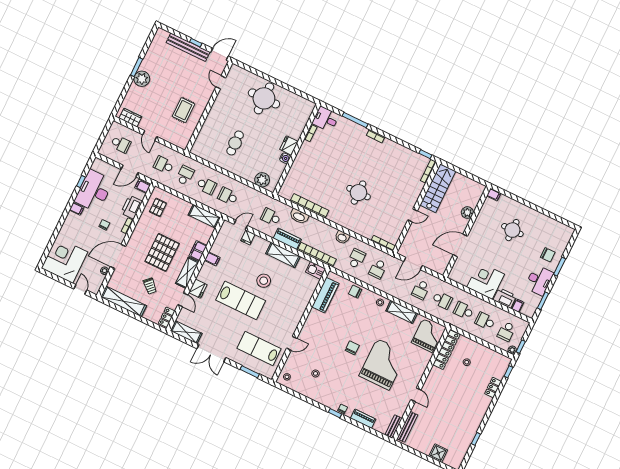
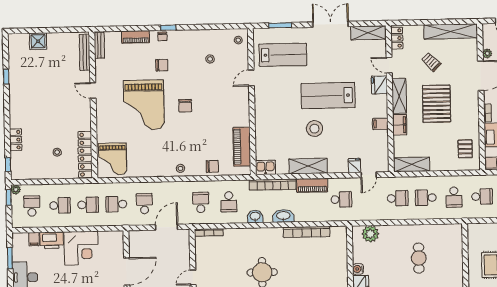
washbasin: (299, 216) -> (283, 216), moved
shelving: (402, 312) -> (153, 170), removed
chair: (354, 387) -> (162, 65), added

